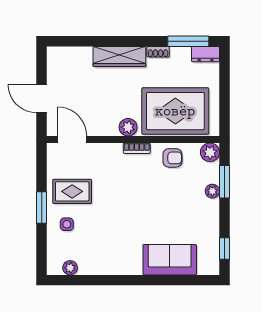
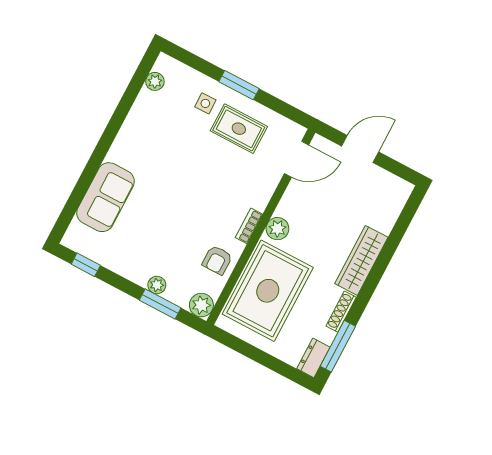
shoe rack: (158, 52) -> (341, 312), width x1.43
rug: (72, 191) -> (239, 129), turned 90

